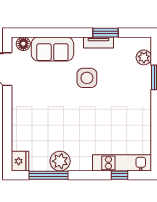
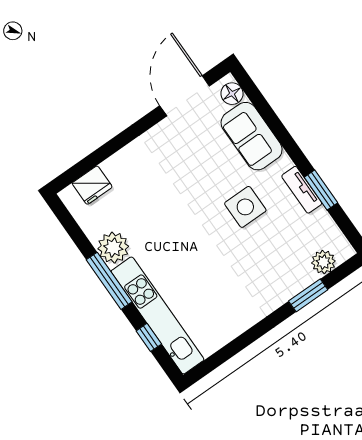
fridge: (20, 161) -> (92, 185), moved
kitchen unit: (122, 163) -> (157, 315), width x1.36
window: (49, 175) -> (109, 281), moved

